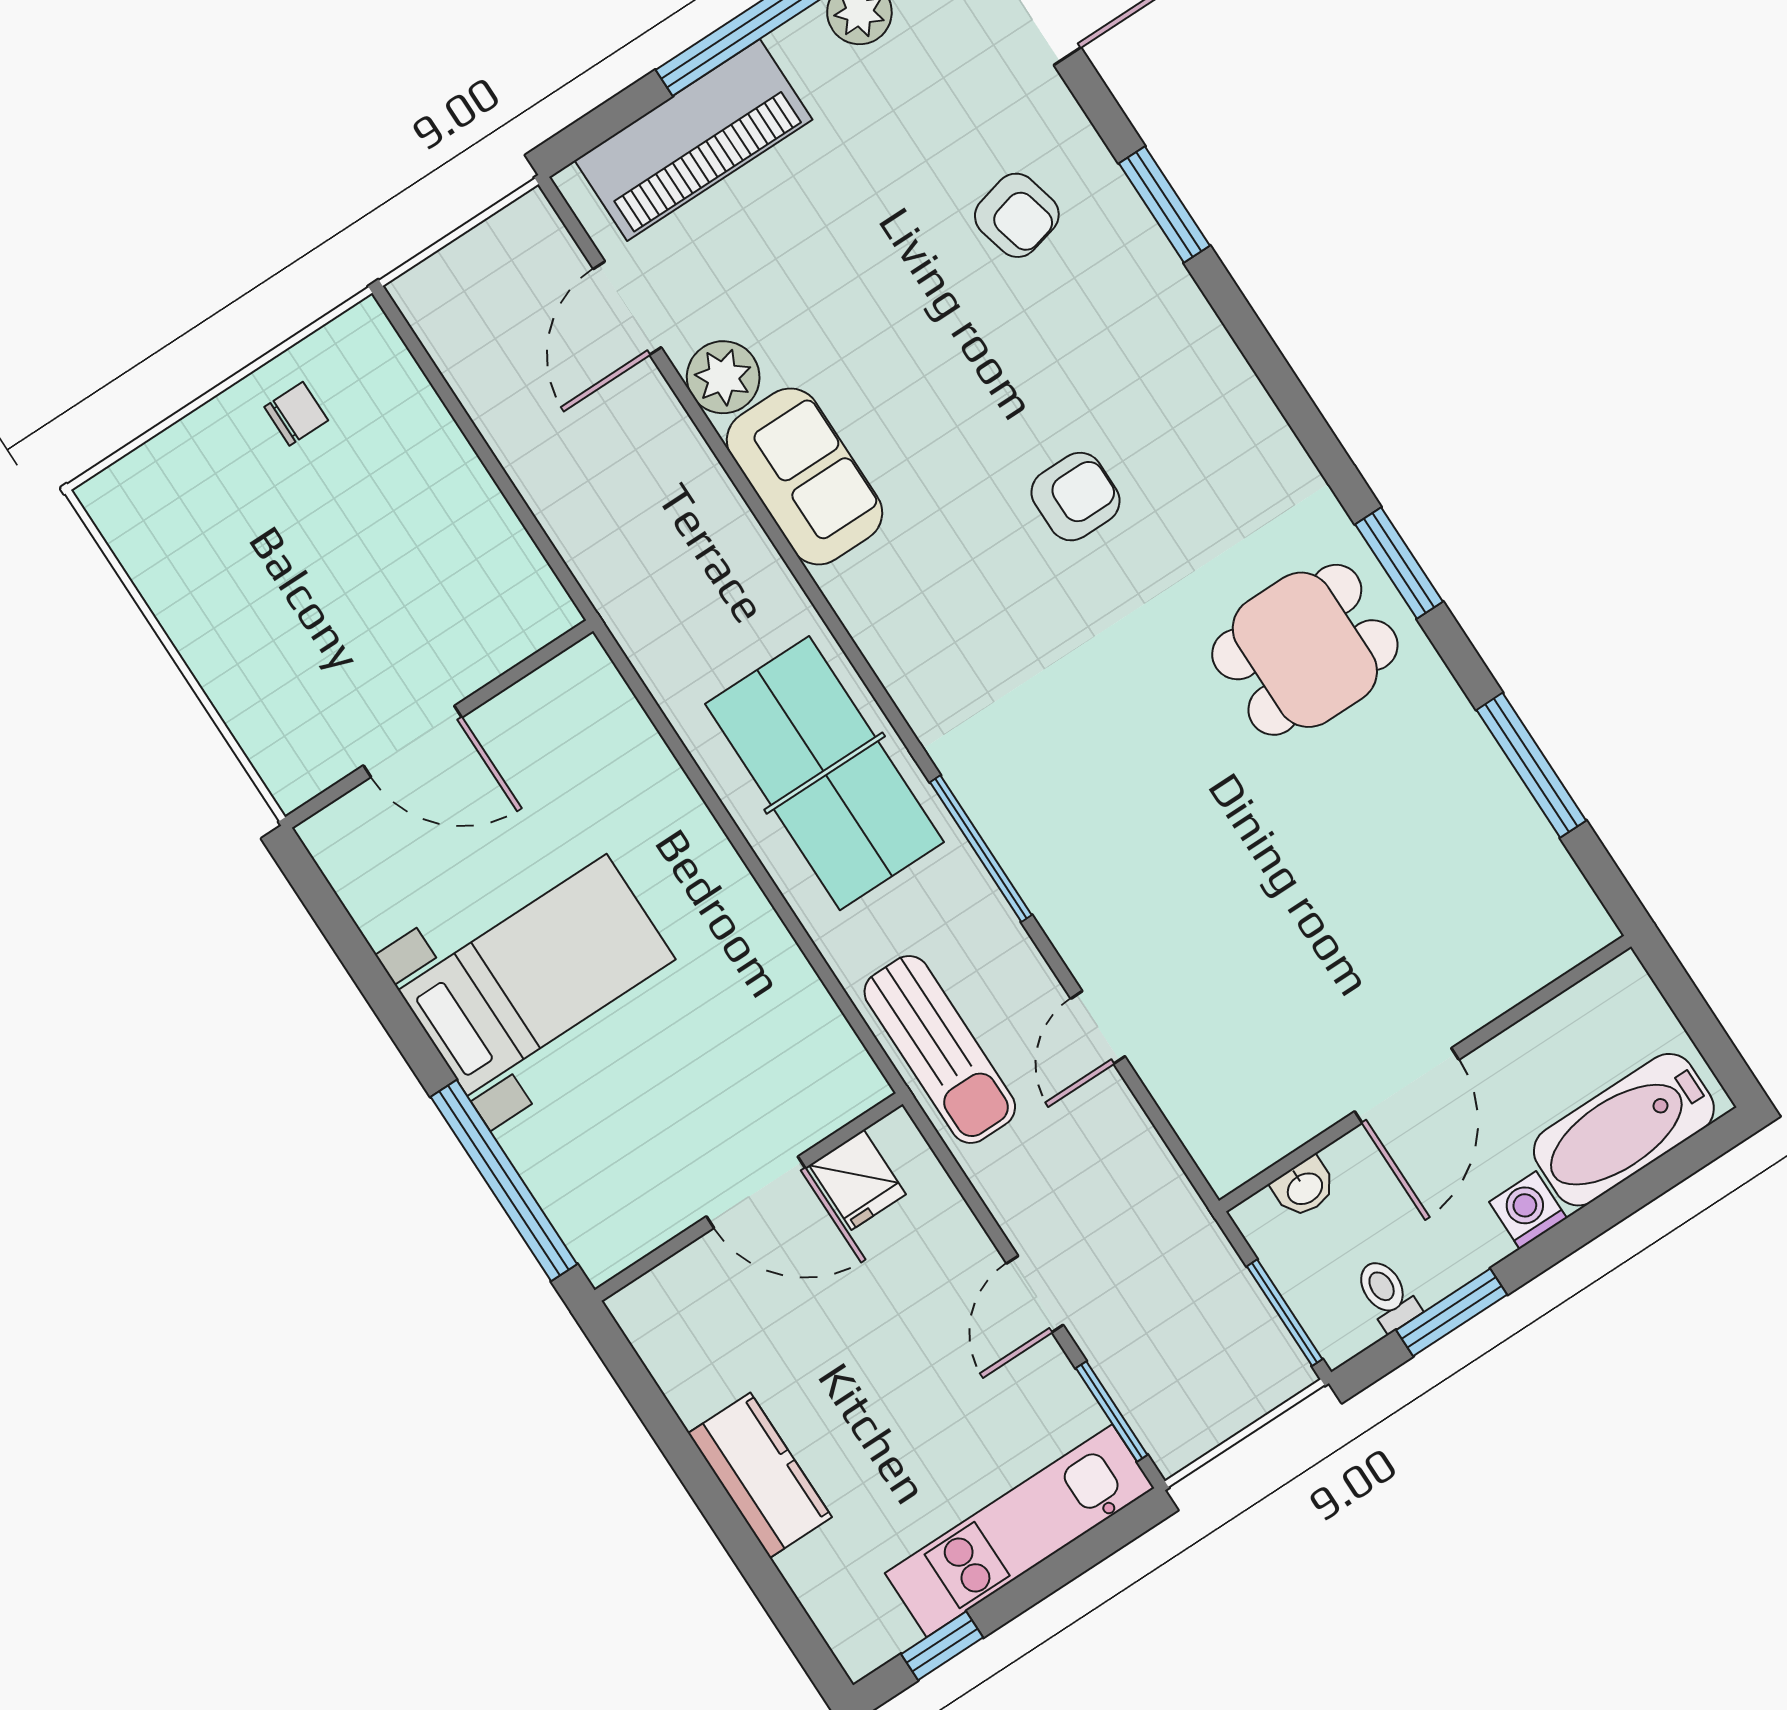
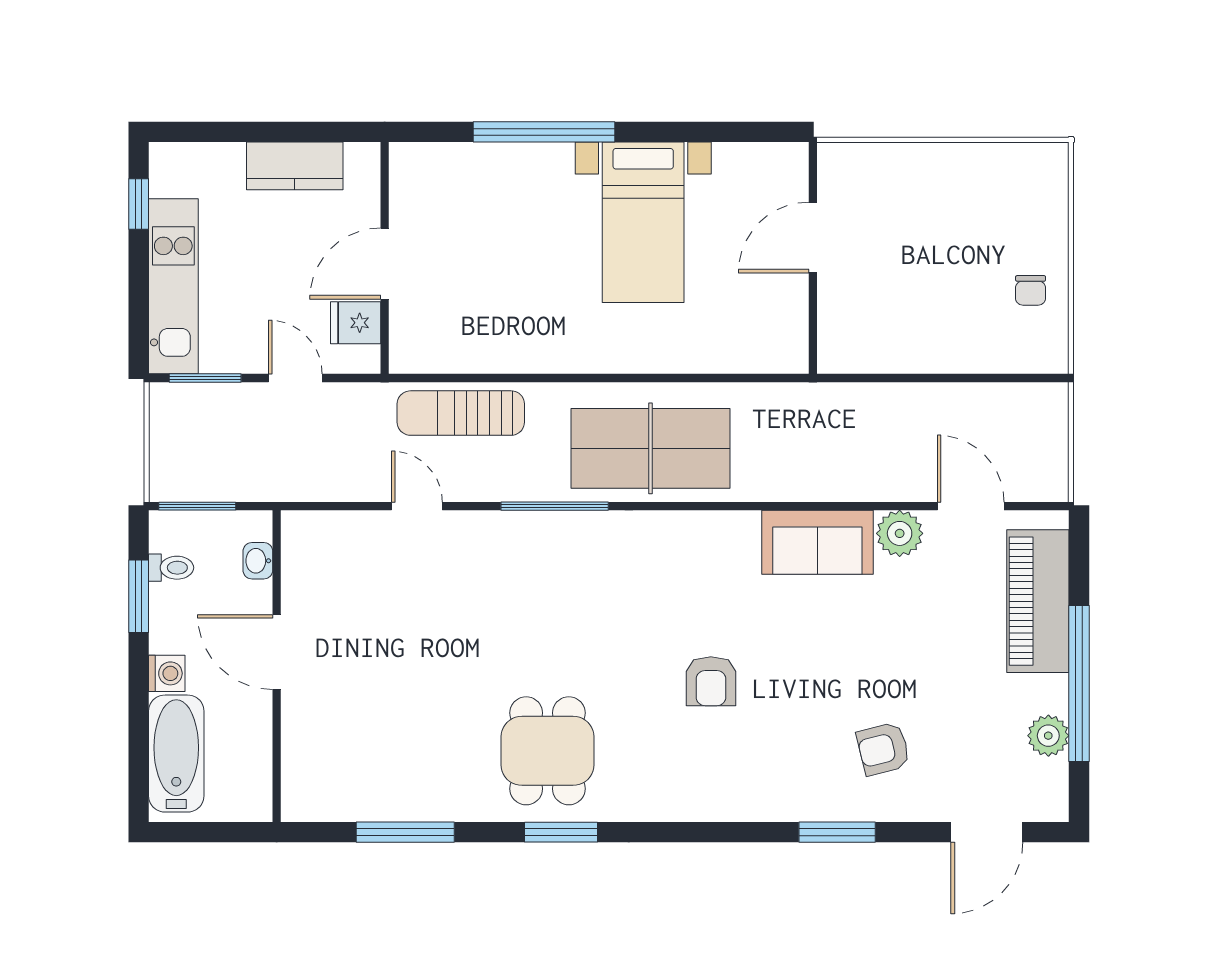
fridge: (857, 1180) -> (356, 323), moved
door: (756, 1192) -> (385, 264), moved
wall: (749, 1197) -> (385, 258), moved

